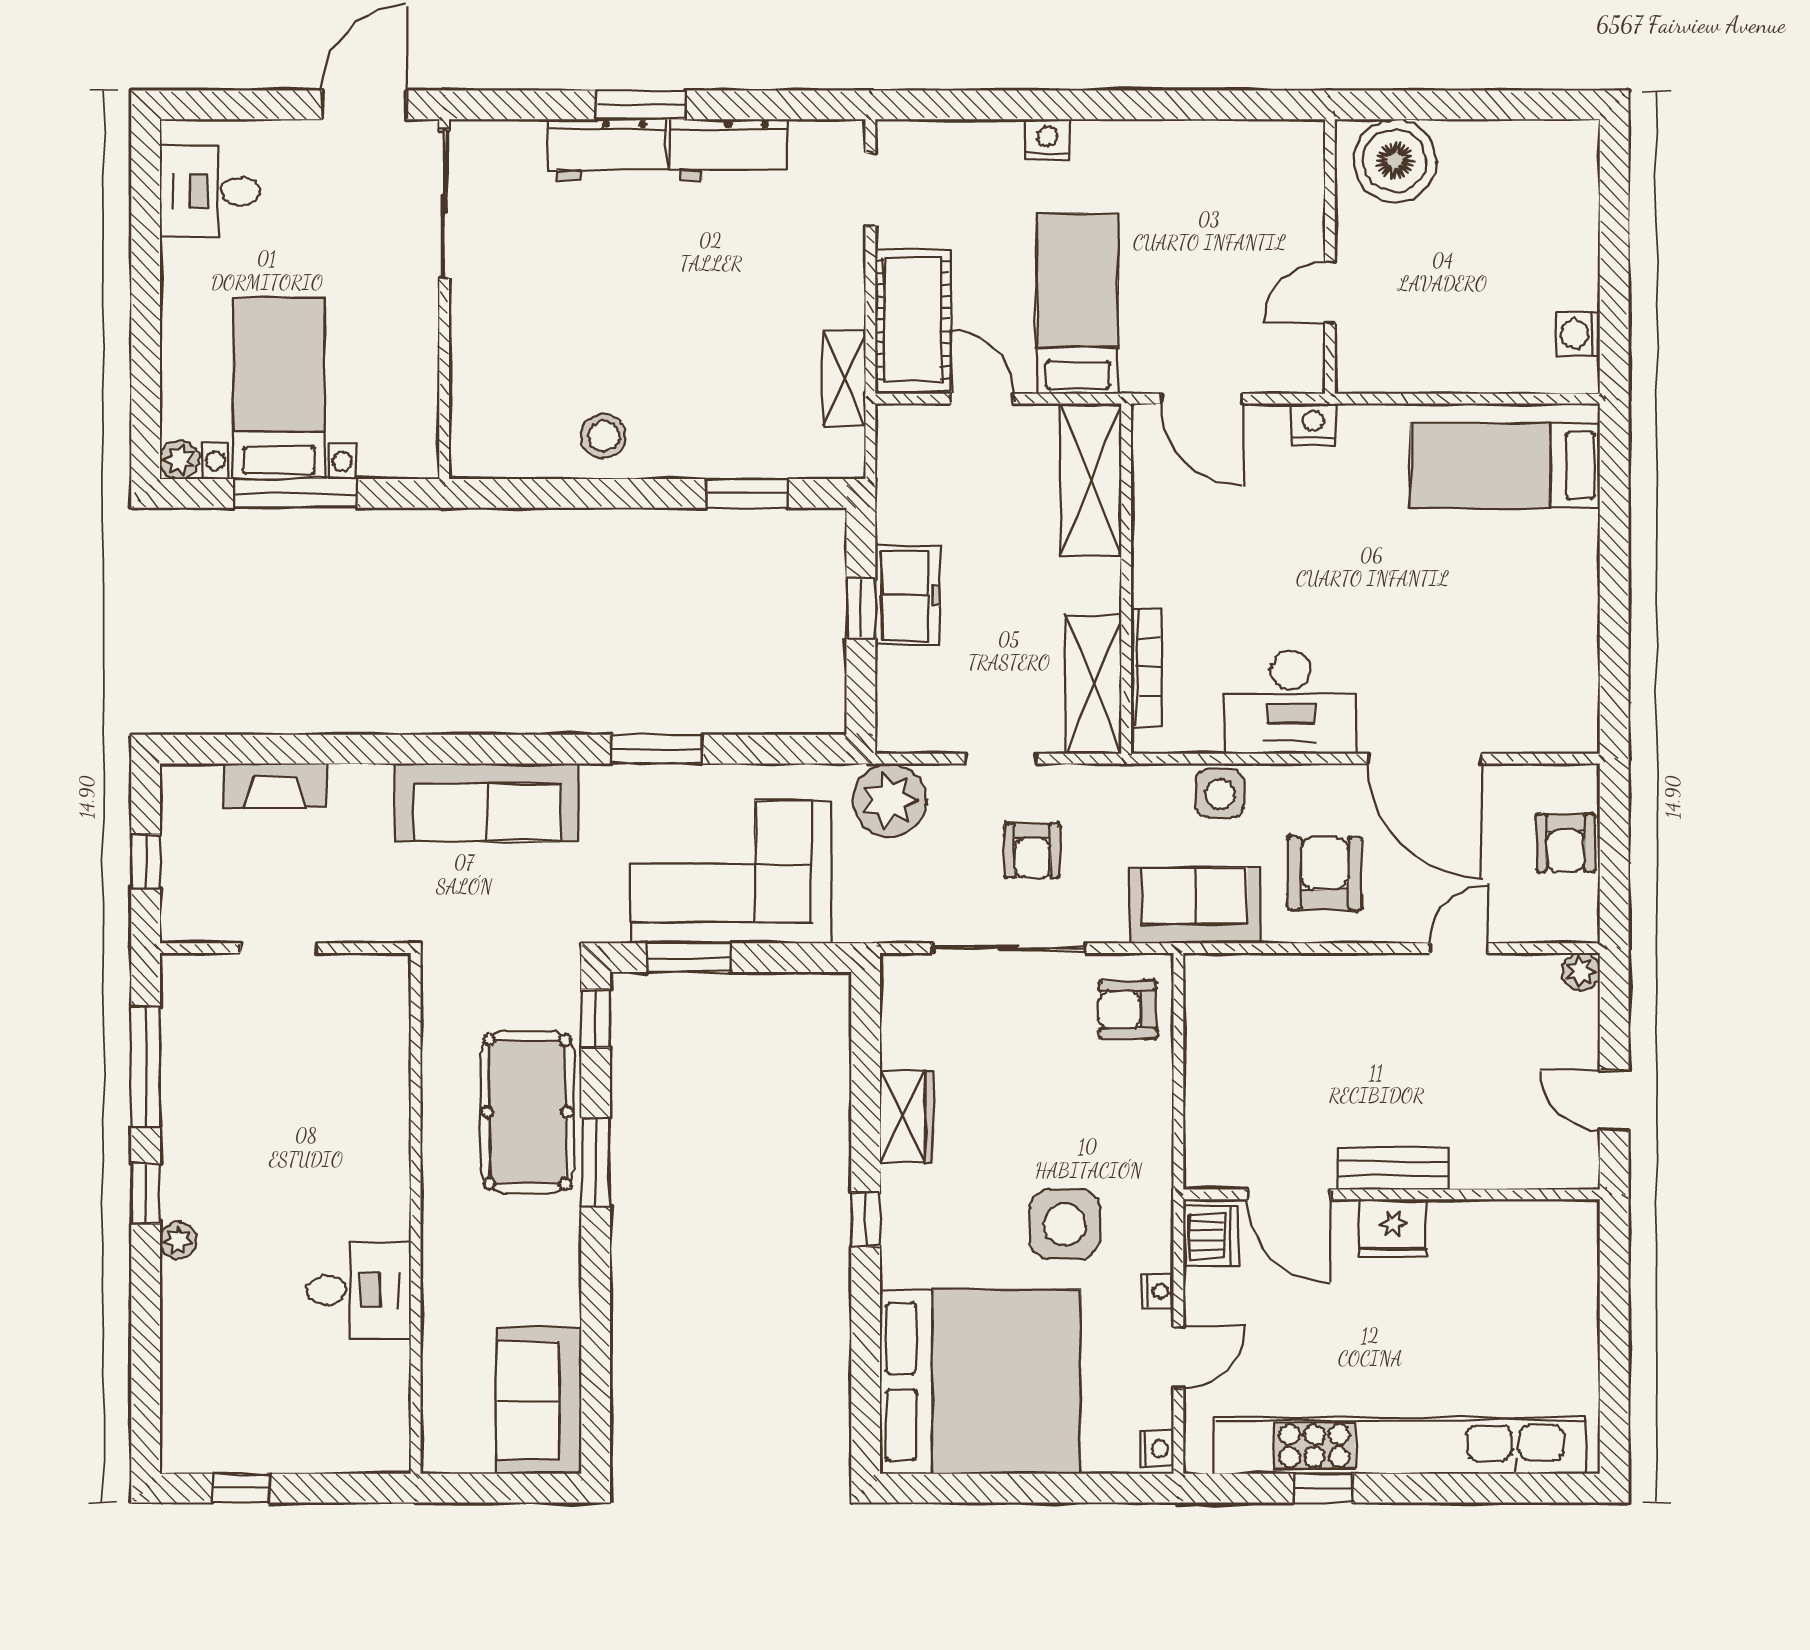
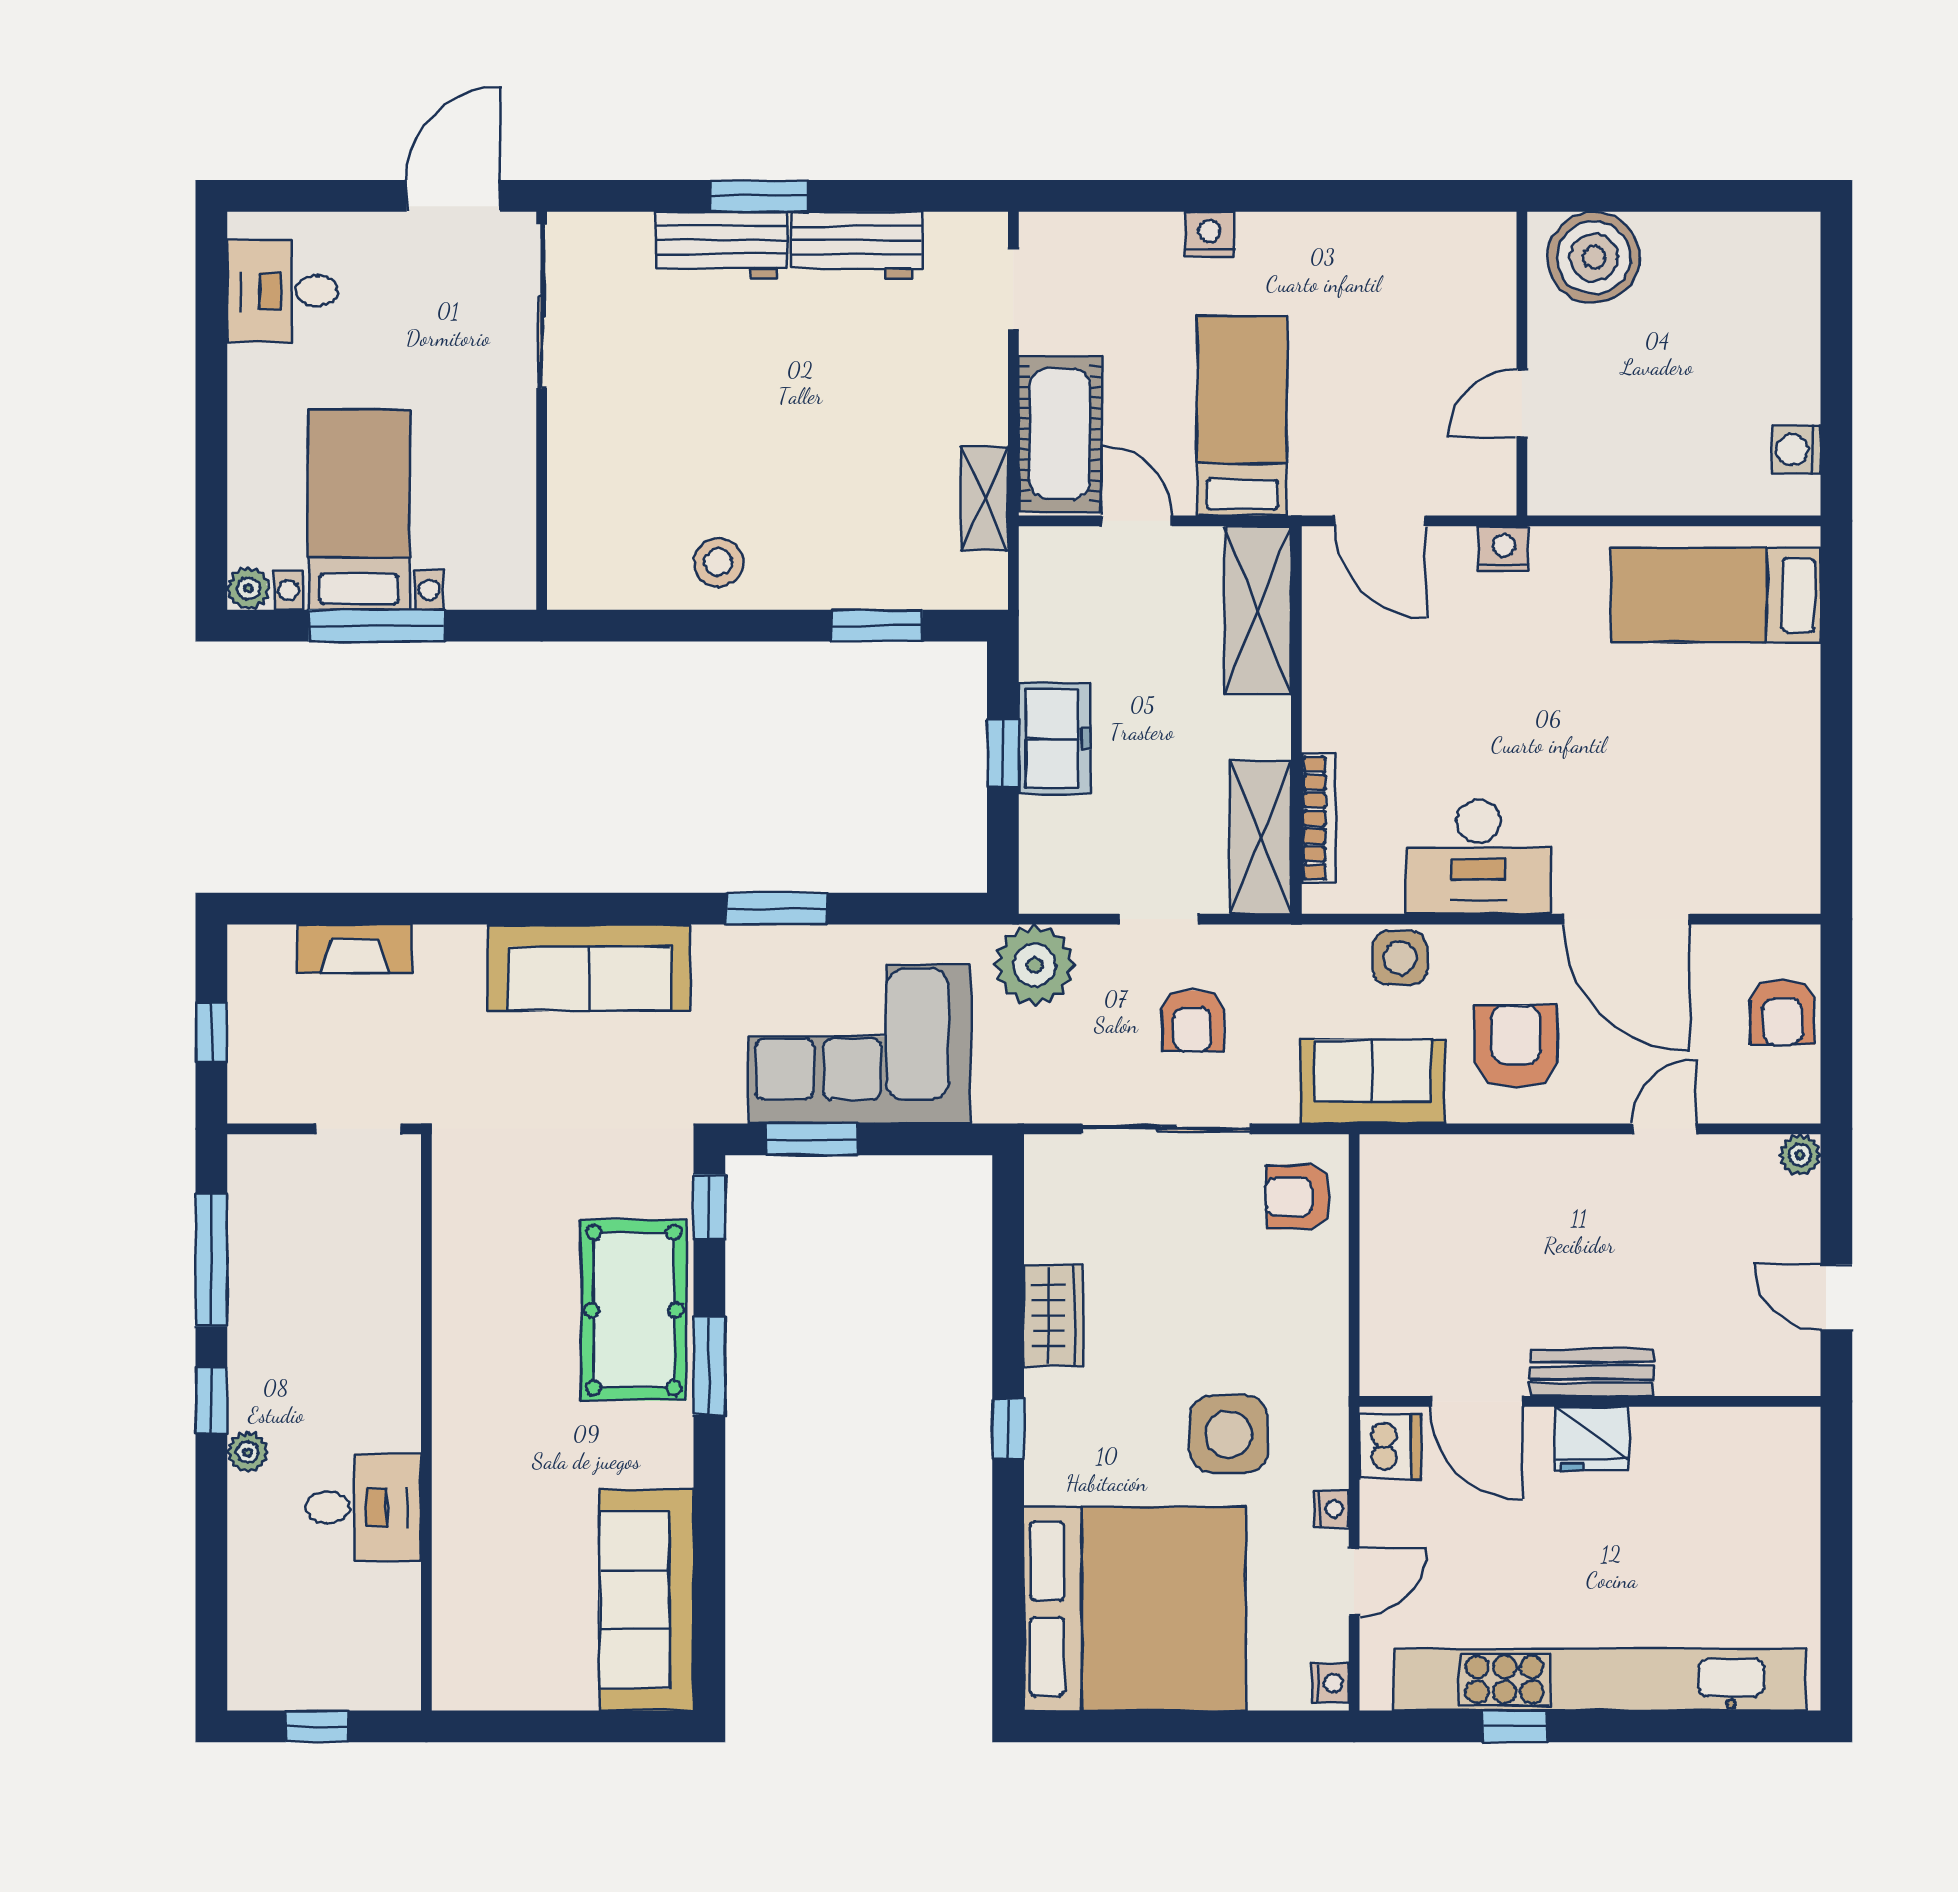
wall: (416, 1213) -> (426, 1422), moved
desk: (359, 1290) -> (363, 1507), moved
sofa: (539, 1400) -> (647, 1600), width x1.36

